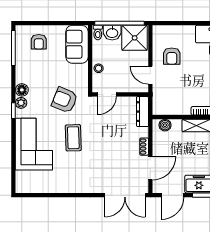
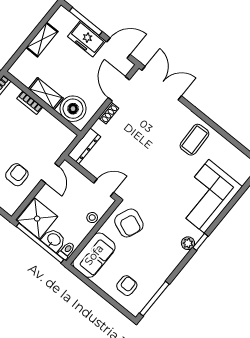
floor lamp: (22, 90) -> (178, 254), removed
armchair: (65, 100) -> (129, 223), moved
boiler: (165, 125) -> (73, 109), width x1.86, depth x1.86
coffee table: (73, 138) -> (194, 140), moved
door: (150, 168) -> (119, 89), hinge flipped

